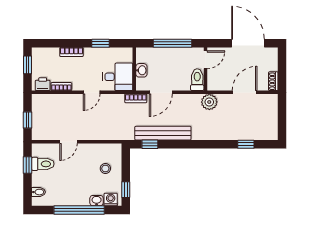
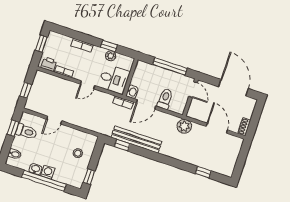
plant: (106, 53) -> (111, 56), added
door: (206, 60) -> (193, 90), hinge flipped
washbasin: (141, 70) -> (132, 92), moved
toilet: (197, 80) -> (165, 99), moved
door: (245, 92) -> (217, 128), hinge flipped
washing machine: (111, 199) -> (48, 172), moved
washbasin: (97, 201) -> (35, 169), moved

